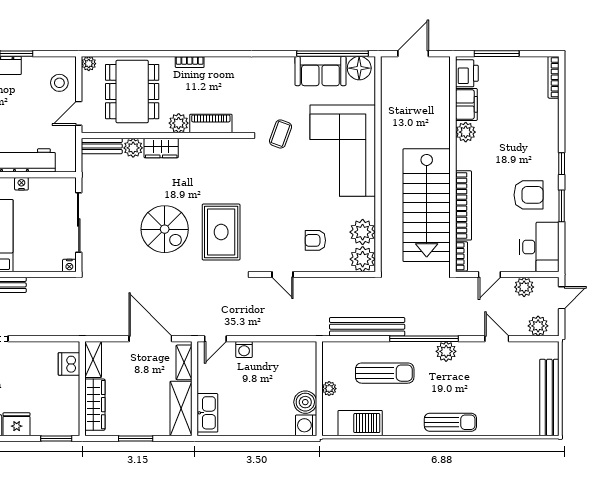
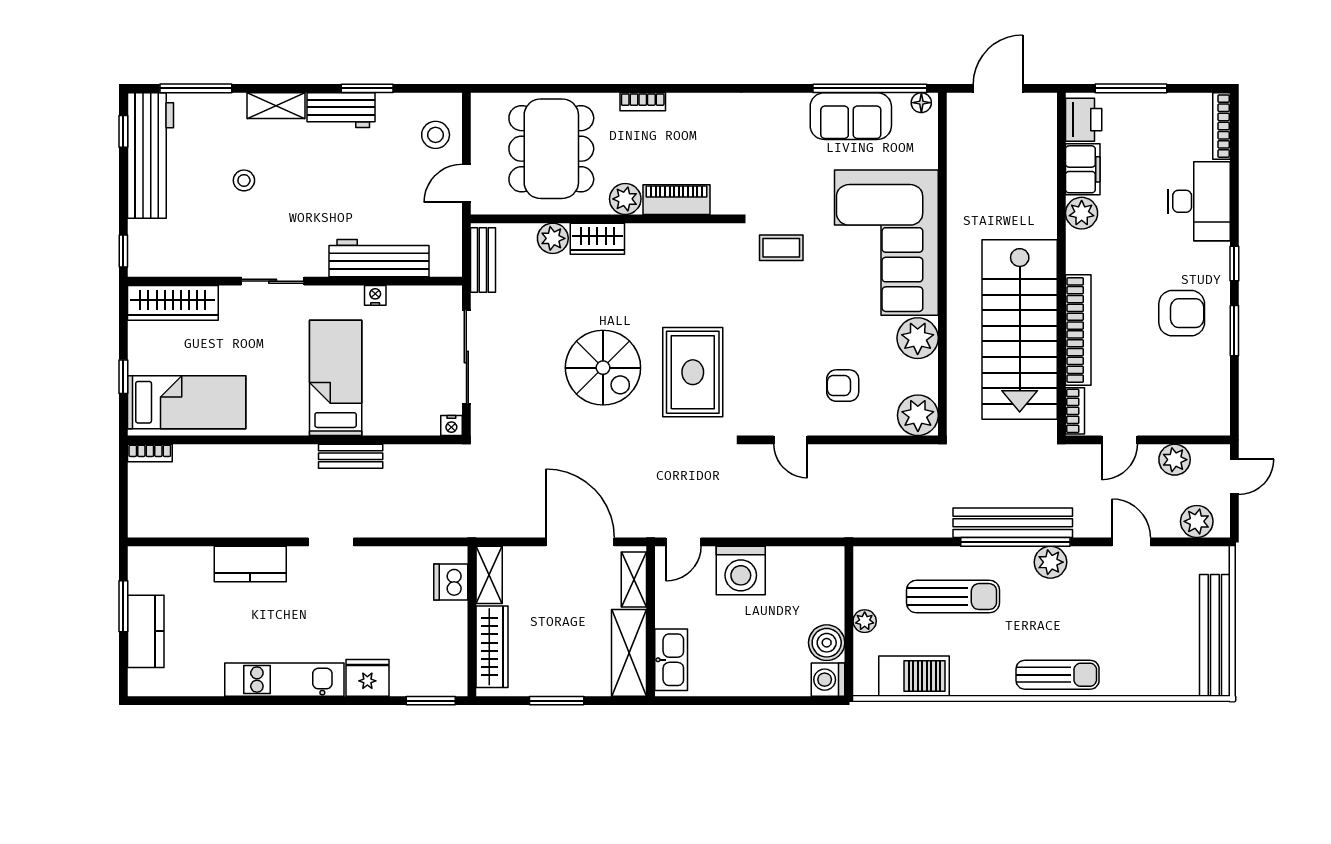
plant: (89, 64) -> (482, 104), removed
floor lamp: (359, 68) -> (921, 103), width x0.53, depth x0.53
coffee table: (281, 134) -> (781, 248), moved, turned 70
bench: (102, 146) -> (483, 260), moved, turned 90
plant: (363, 232) -> (918, 338), moved
desk: (539, 247) -> (1199, 201), moved
bench: (367, 327) -> (1013, 523), moved
washing machine: (244, 349) -> (741, 570), width x1.89, depth x1.89

